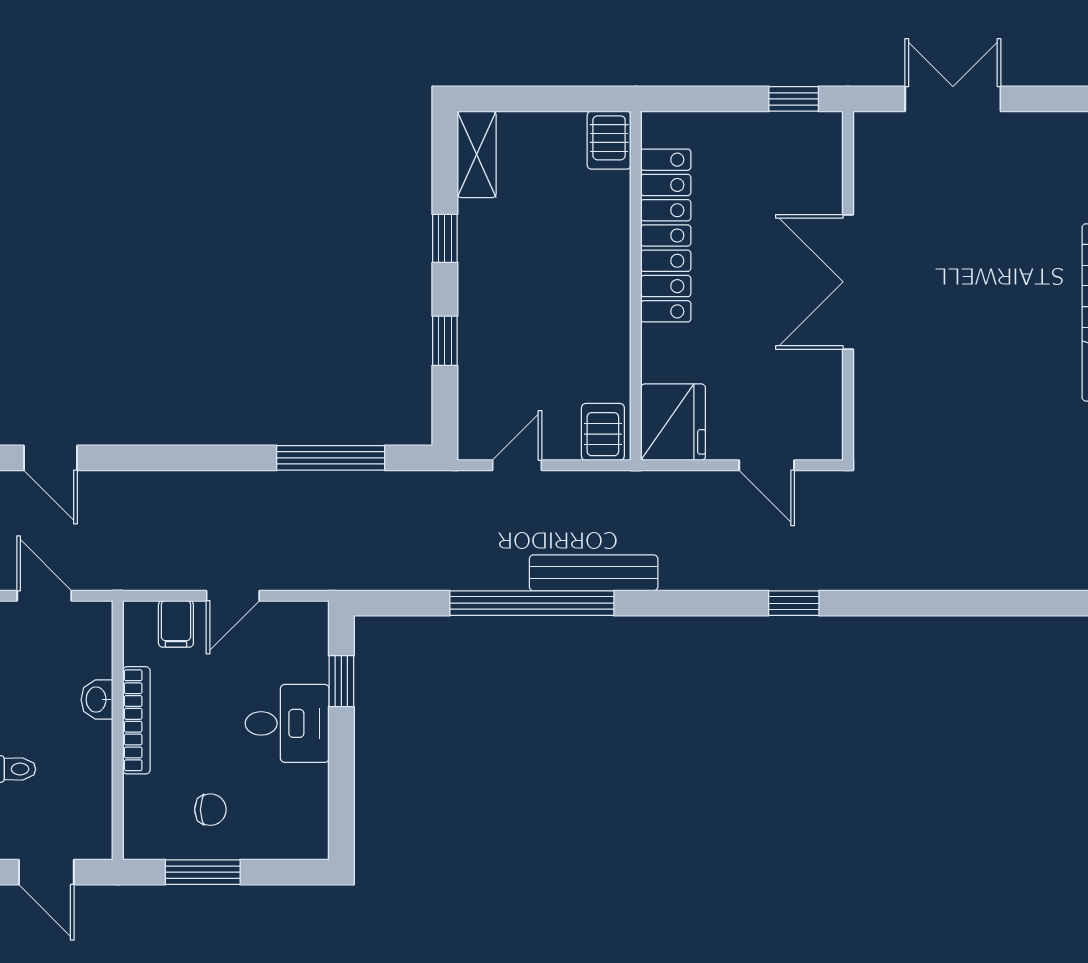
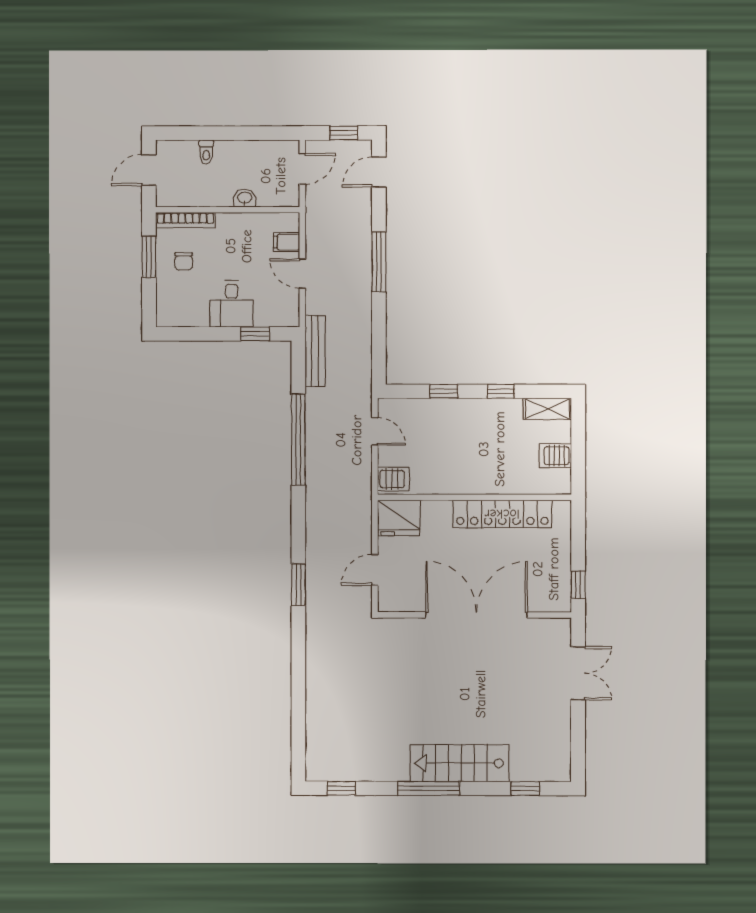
server rack: (609, 140) -> (555, 456), moved
double door: (848, 282) -> (476, 615), width x1.36
window: (331, 458) -> (379, 262), moved
bench: (594, 573) -> (315, 351), moved
window: (794, 603) -> (298, 585), width x1.50
bookcase: (136, 720) -> (185, 220), moved

